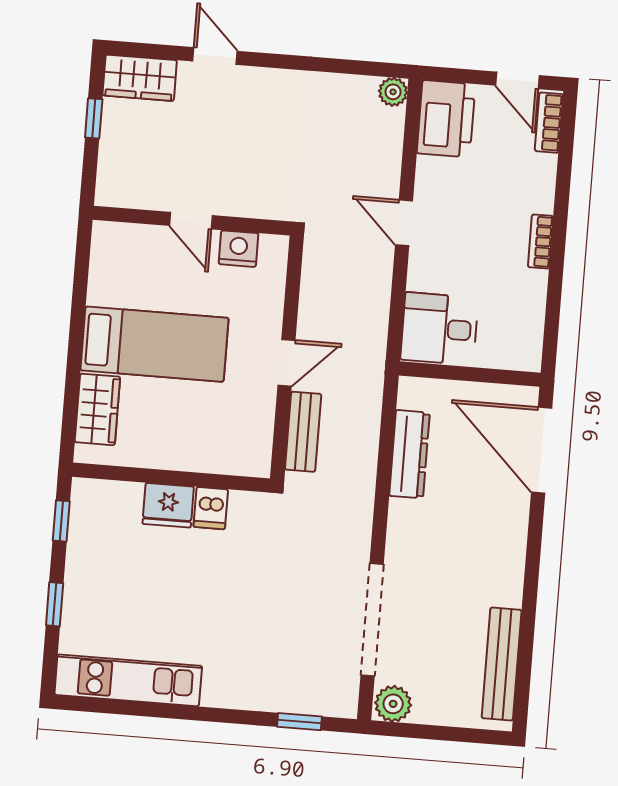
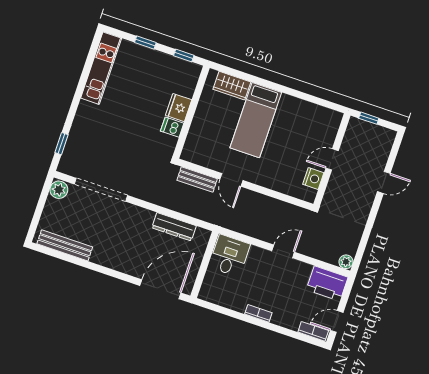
wardrobe: (140, 78) -> (382, 145), removed
door: (191, 221) -> (332, 159), moved
wall: (192, 221) -> (332, 160), moved
nightstand: (238, 249) -> (313, 178), moved

